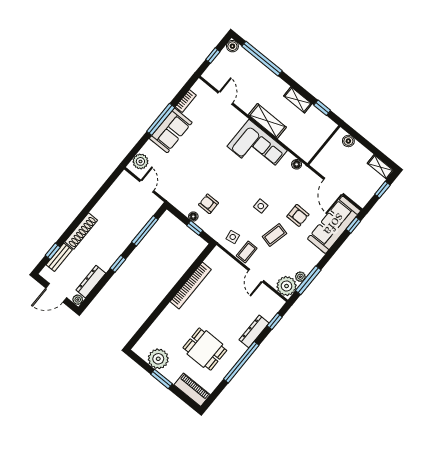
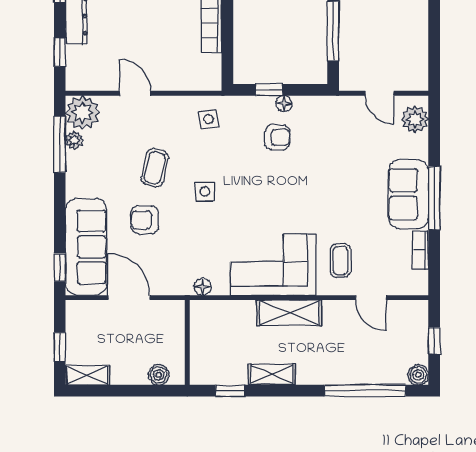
coffee table: (247, 252) -> (340, 260), moved

